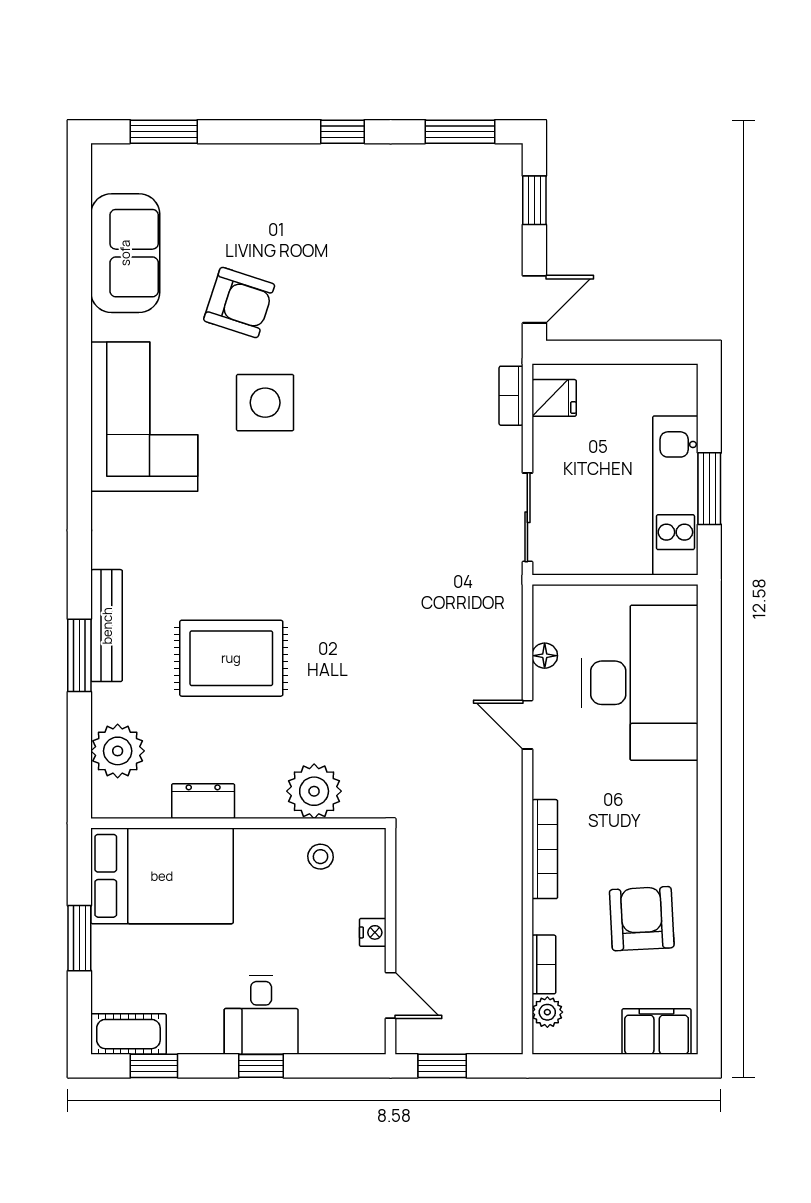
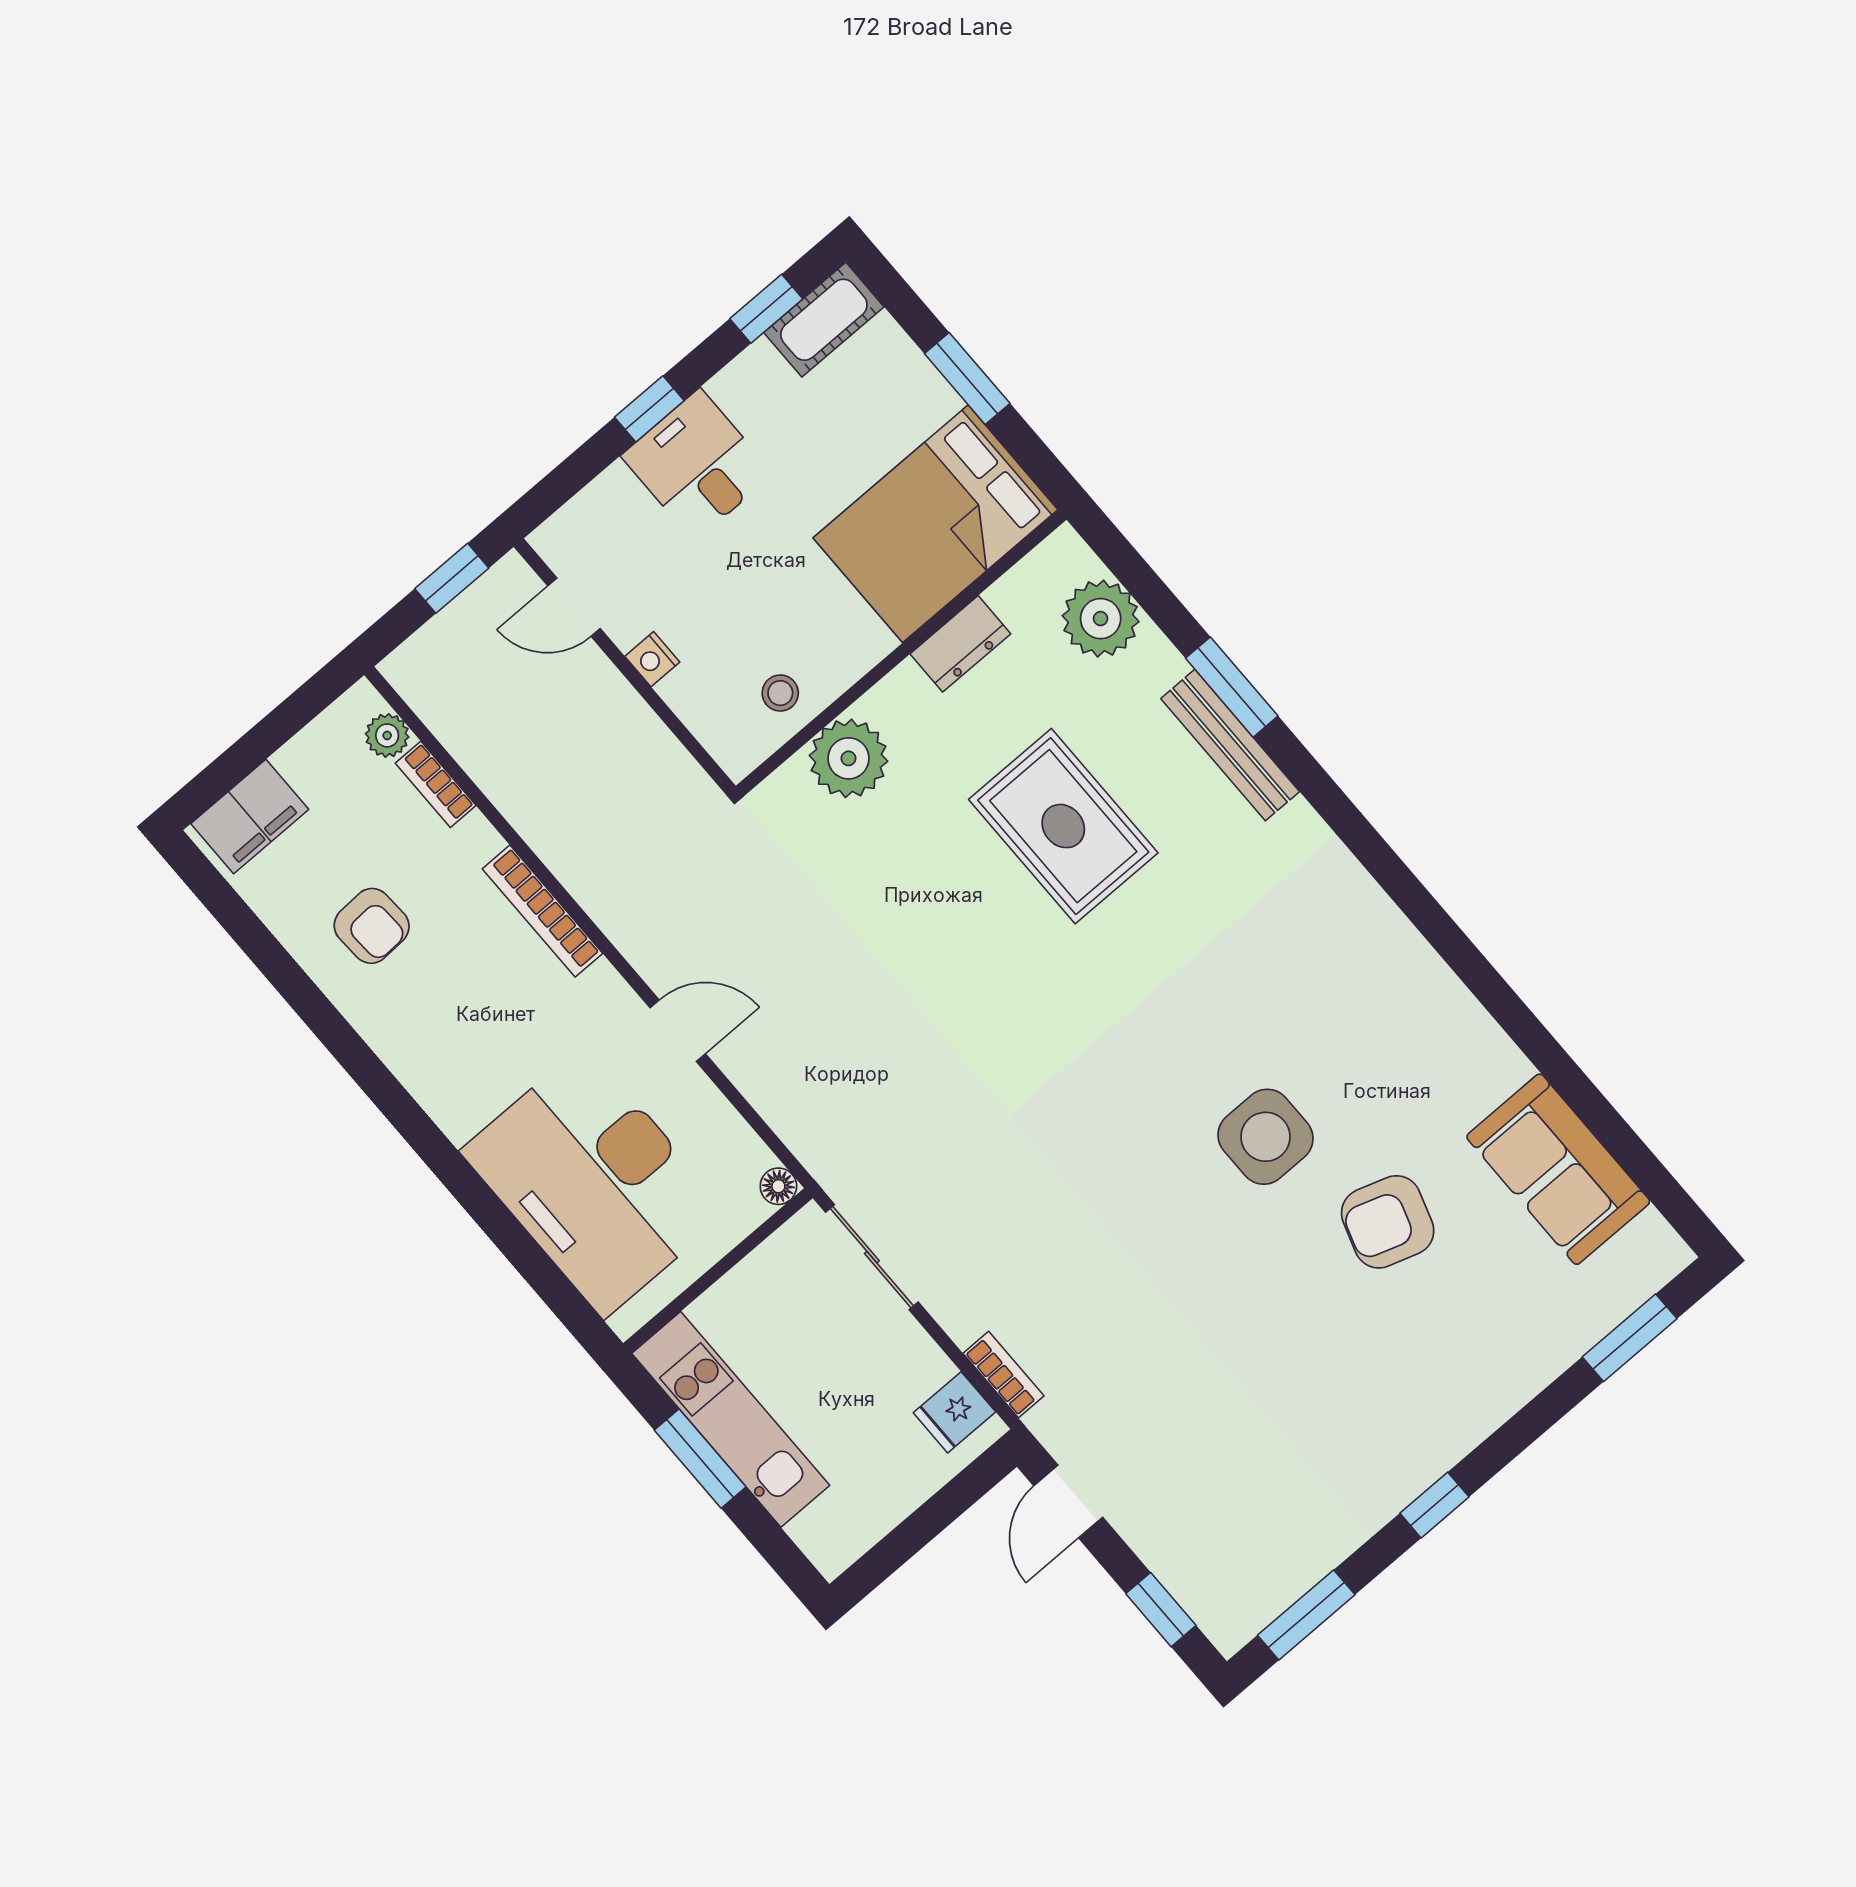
corner sofa: (144, 417) -> (1384, 1008), removed
floor lamp: (545, 656) -> (778, 1186), moved
rug: (231, 658) -> (1063, 826), turned 90
armchair: (642, 919) -> (372, 926), width x0.72, depth x0.72

